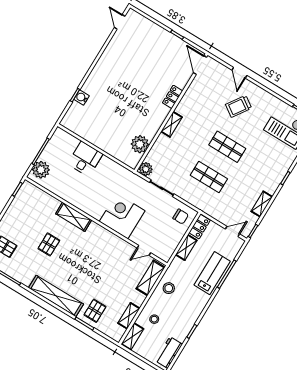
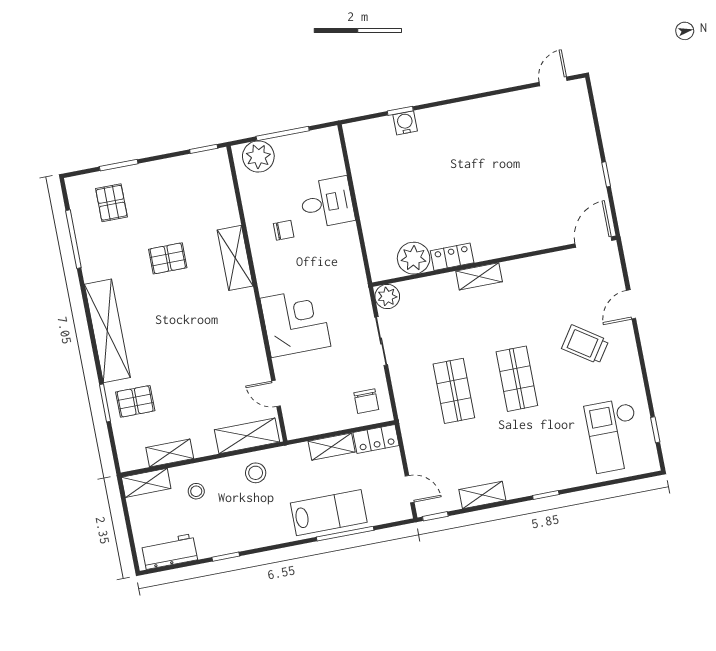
locker: (173, 97) -> (452, 257), moved
chair: (80, 187) -> (284, 230), added

